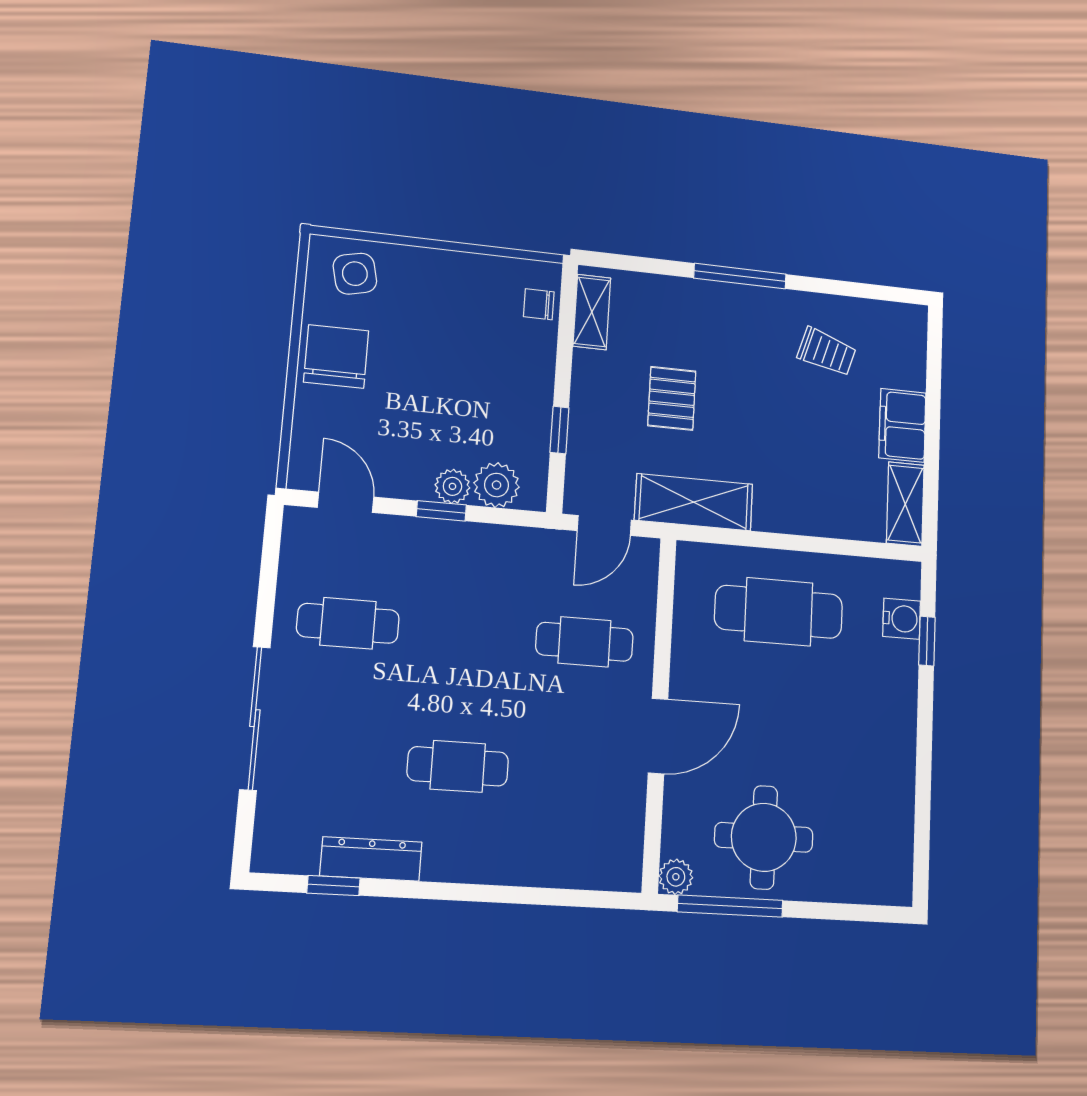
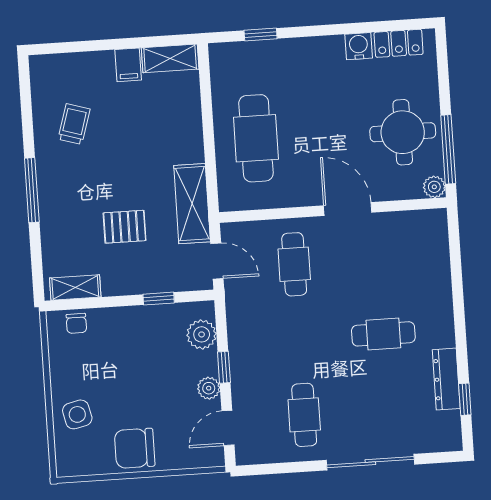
side table: (355, 274) -> (77, 414), moved
filing cabinet: (902, 425) -> (128, 65), width x0.50
plant: (452, 486) -> (209, 388), moved
water cooler: (902, 619) -> (359, 46), moved
cafe table: (458, 766) -> (383, 334), turned 90
locker: (895, 848) -> (399, 43), added

